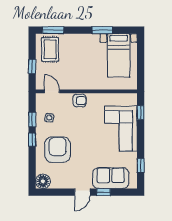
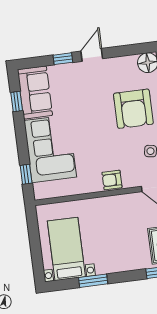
sofa: (111, 178) -> (35, 92), moved, turned -90

